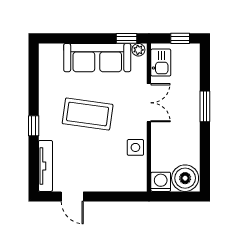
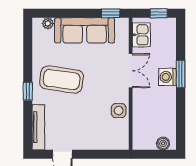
plant: (138, 50) -> (48, 23), moved
coffee table: (88, 114) -> (62, 80), moved
boiler: (185, 178) -> (163, 143), width x0.54, depth x0.54
washing machine: (161, 182) -> (167, 77), moved, turned -90

